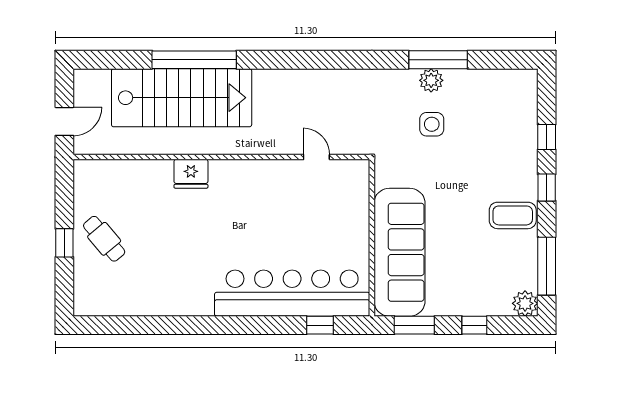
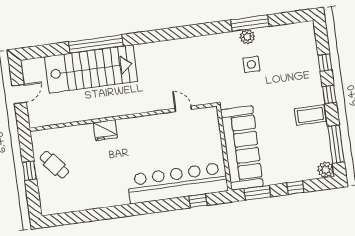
wall: (221, 157) -> (123, 117), moved
door: (316, 157) -> (183, 109), moved
fridge: (191, 174) -> (105, 130), moved

